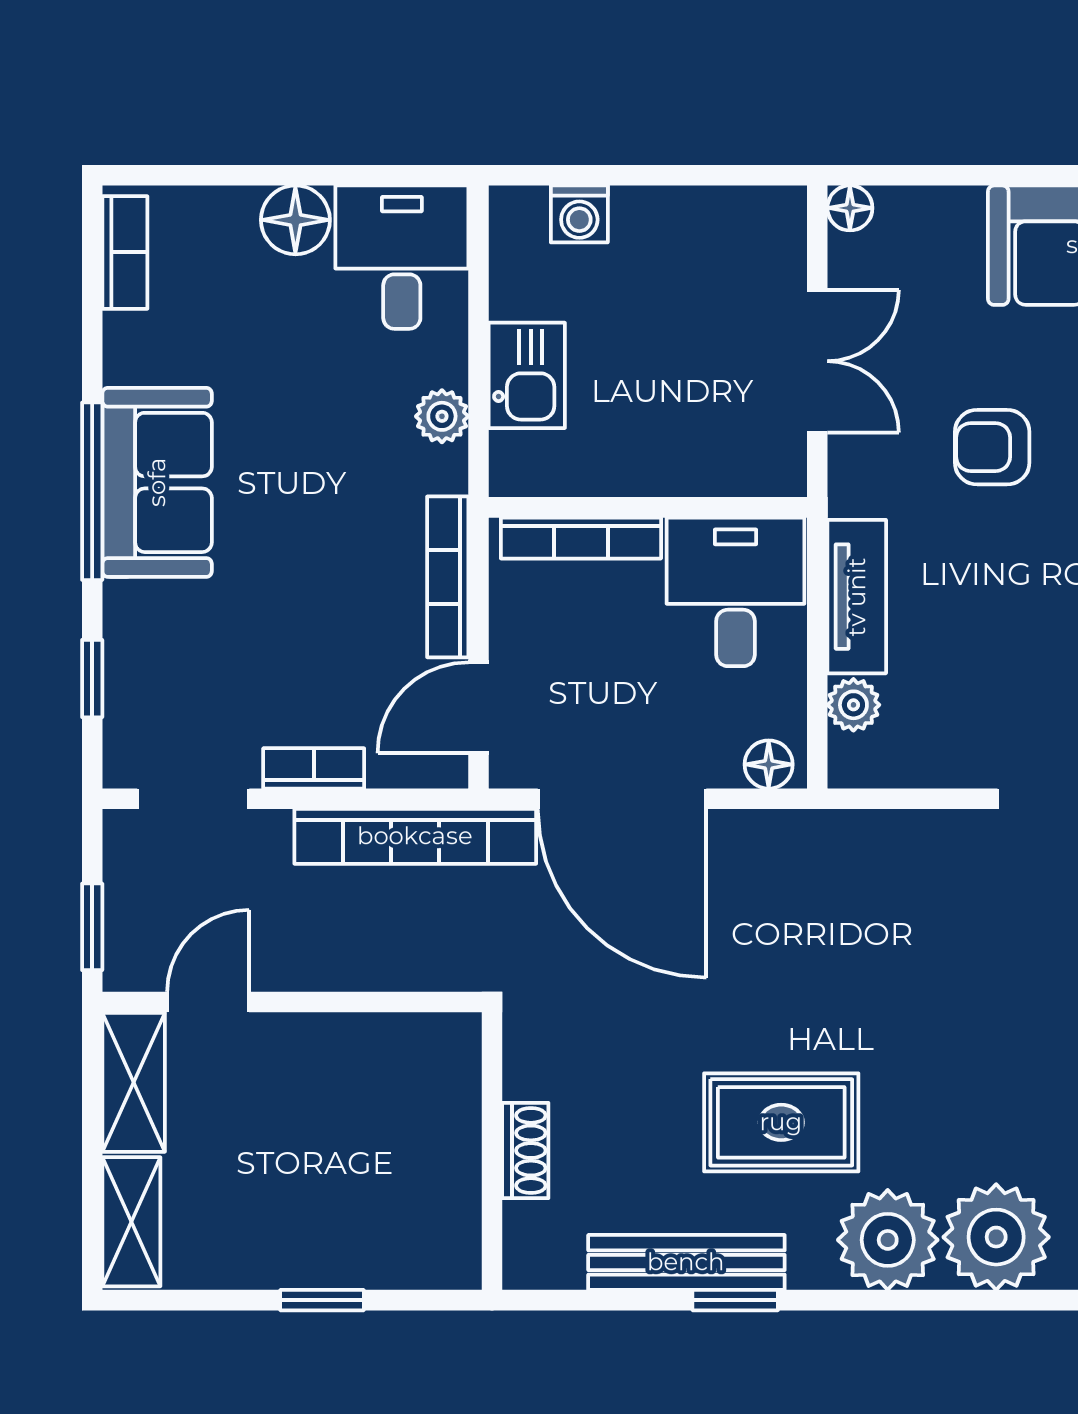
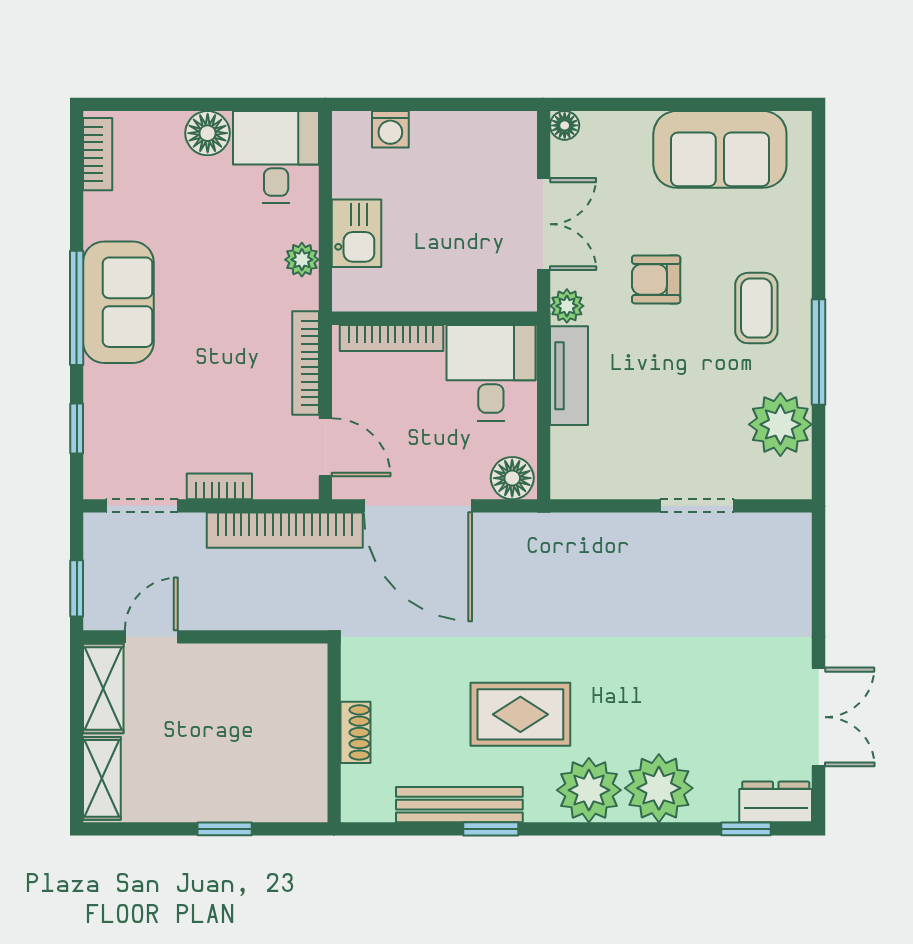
plant: (853, 705) -> (567, 306), moved
door: (478, 708) -> (325, 447), swing flipped
floor lamp: (769, 764) -> (512, 478), width x1.37, depth x1.37

